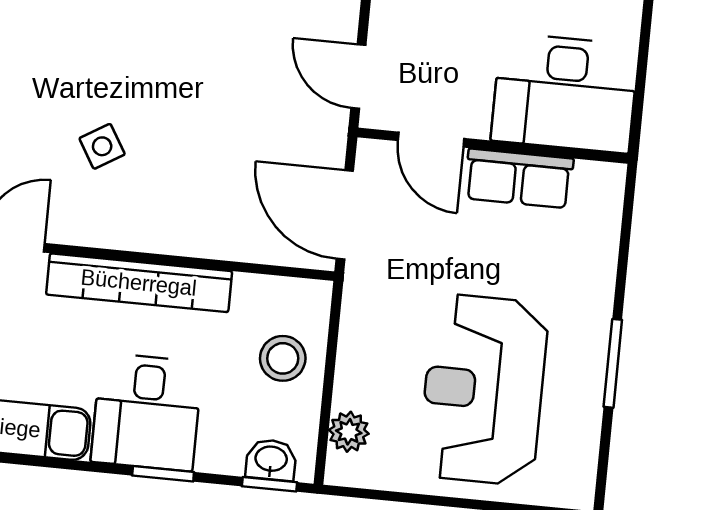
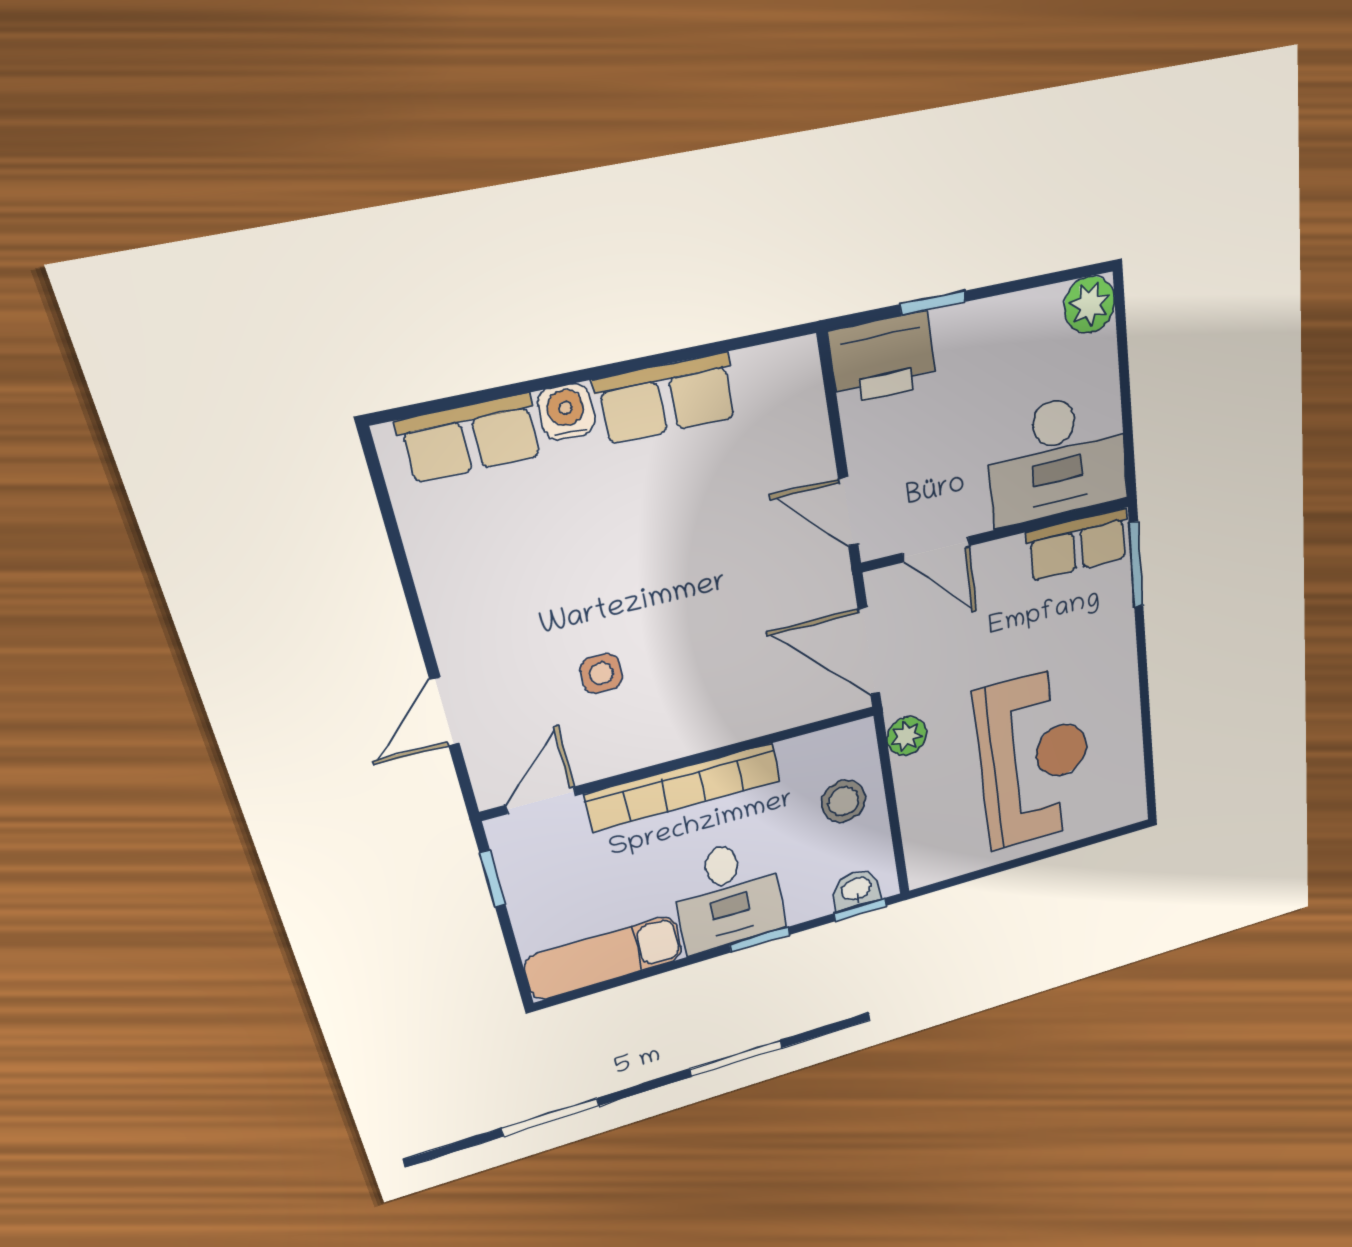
side table: (102, 146) -> (601, 674), turned 31
row of seats: (519, 178) -> (1078, 545), moved
window: (613, 363) -> (1136, 565), moved
reception desk: (483, 390) -> (1034, 758), turned 180
plant: (349, 432) -> (907, 736), moved

